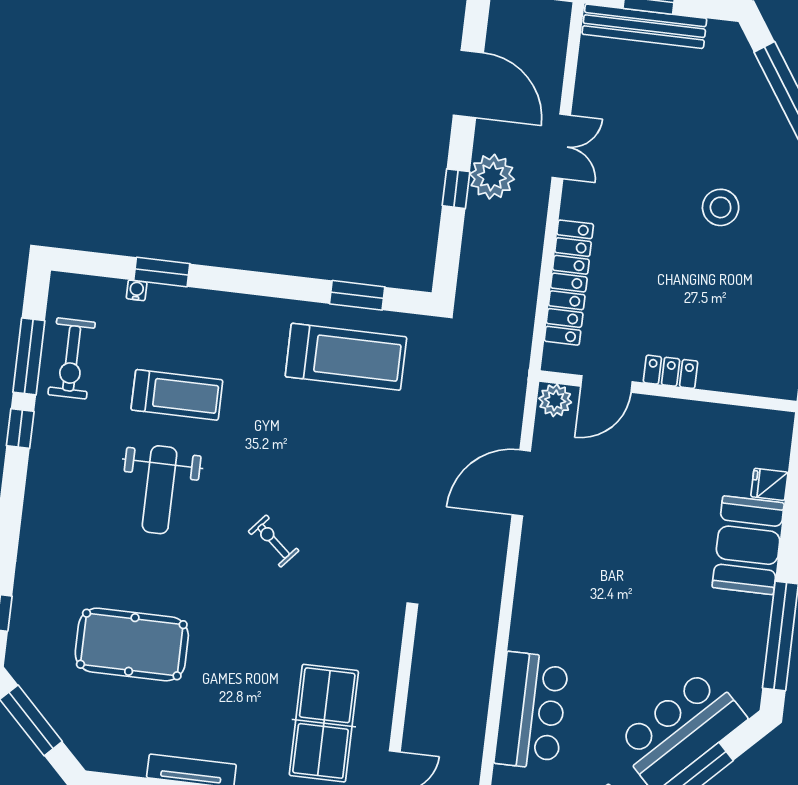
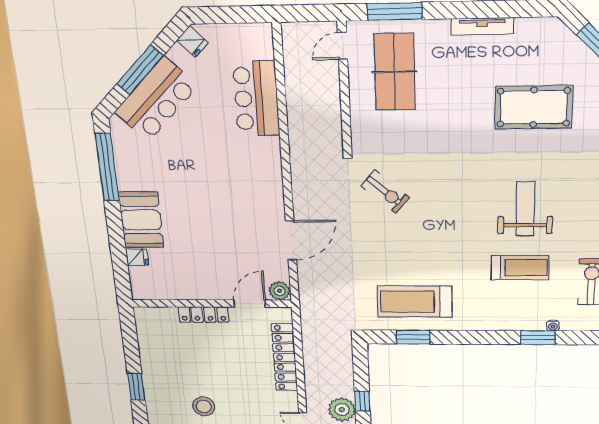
locker: (671, 372) -> (204, 315), width x1.53
treadmill: (177, 395) -> (520, 268), turned 180
exercise bike: (274, 541) -> (385, 192), moved, width x1.38, depth x1.39

